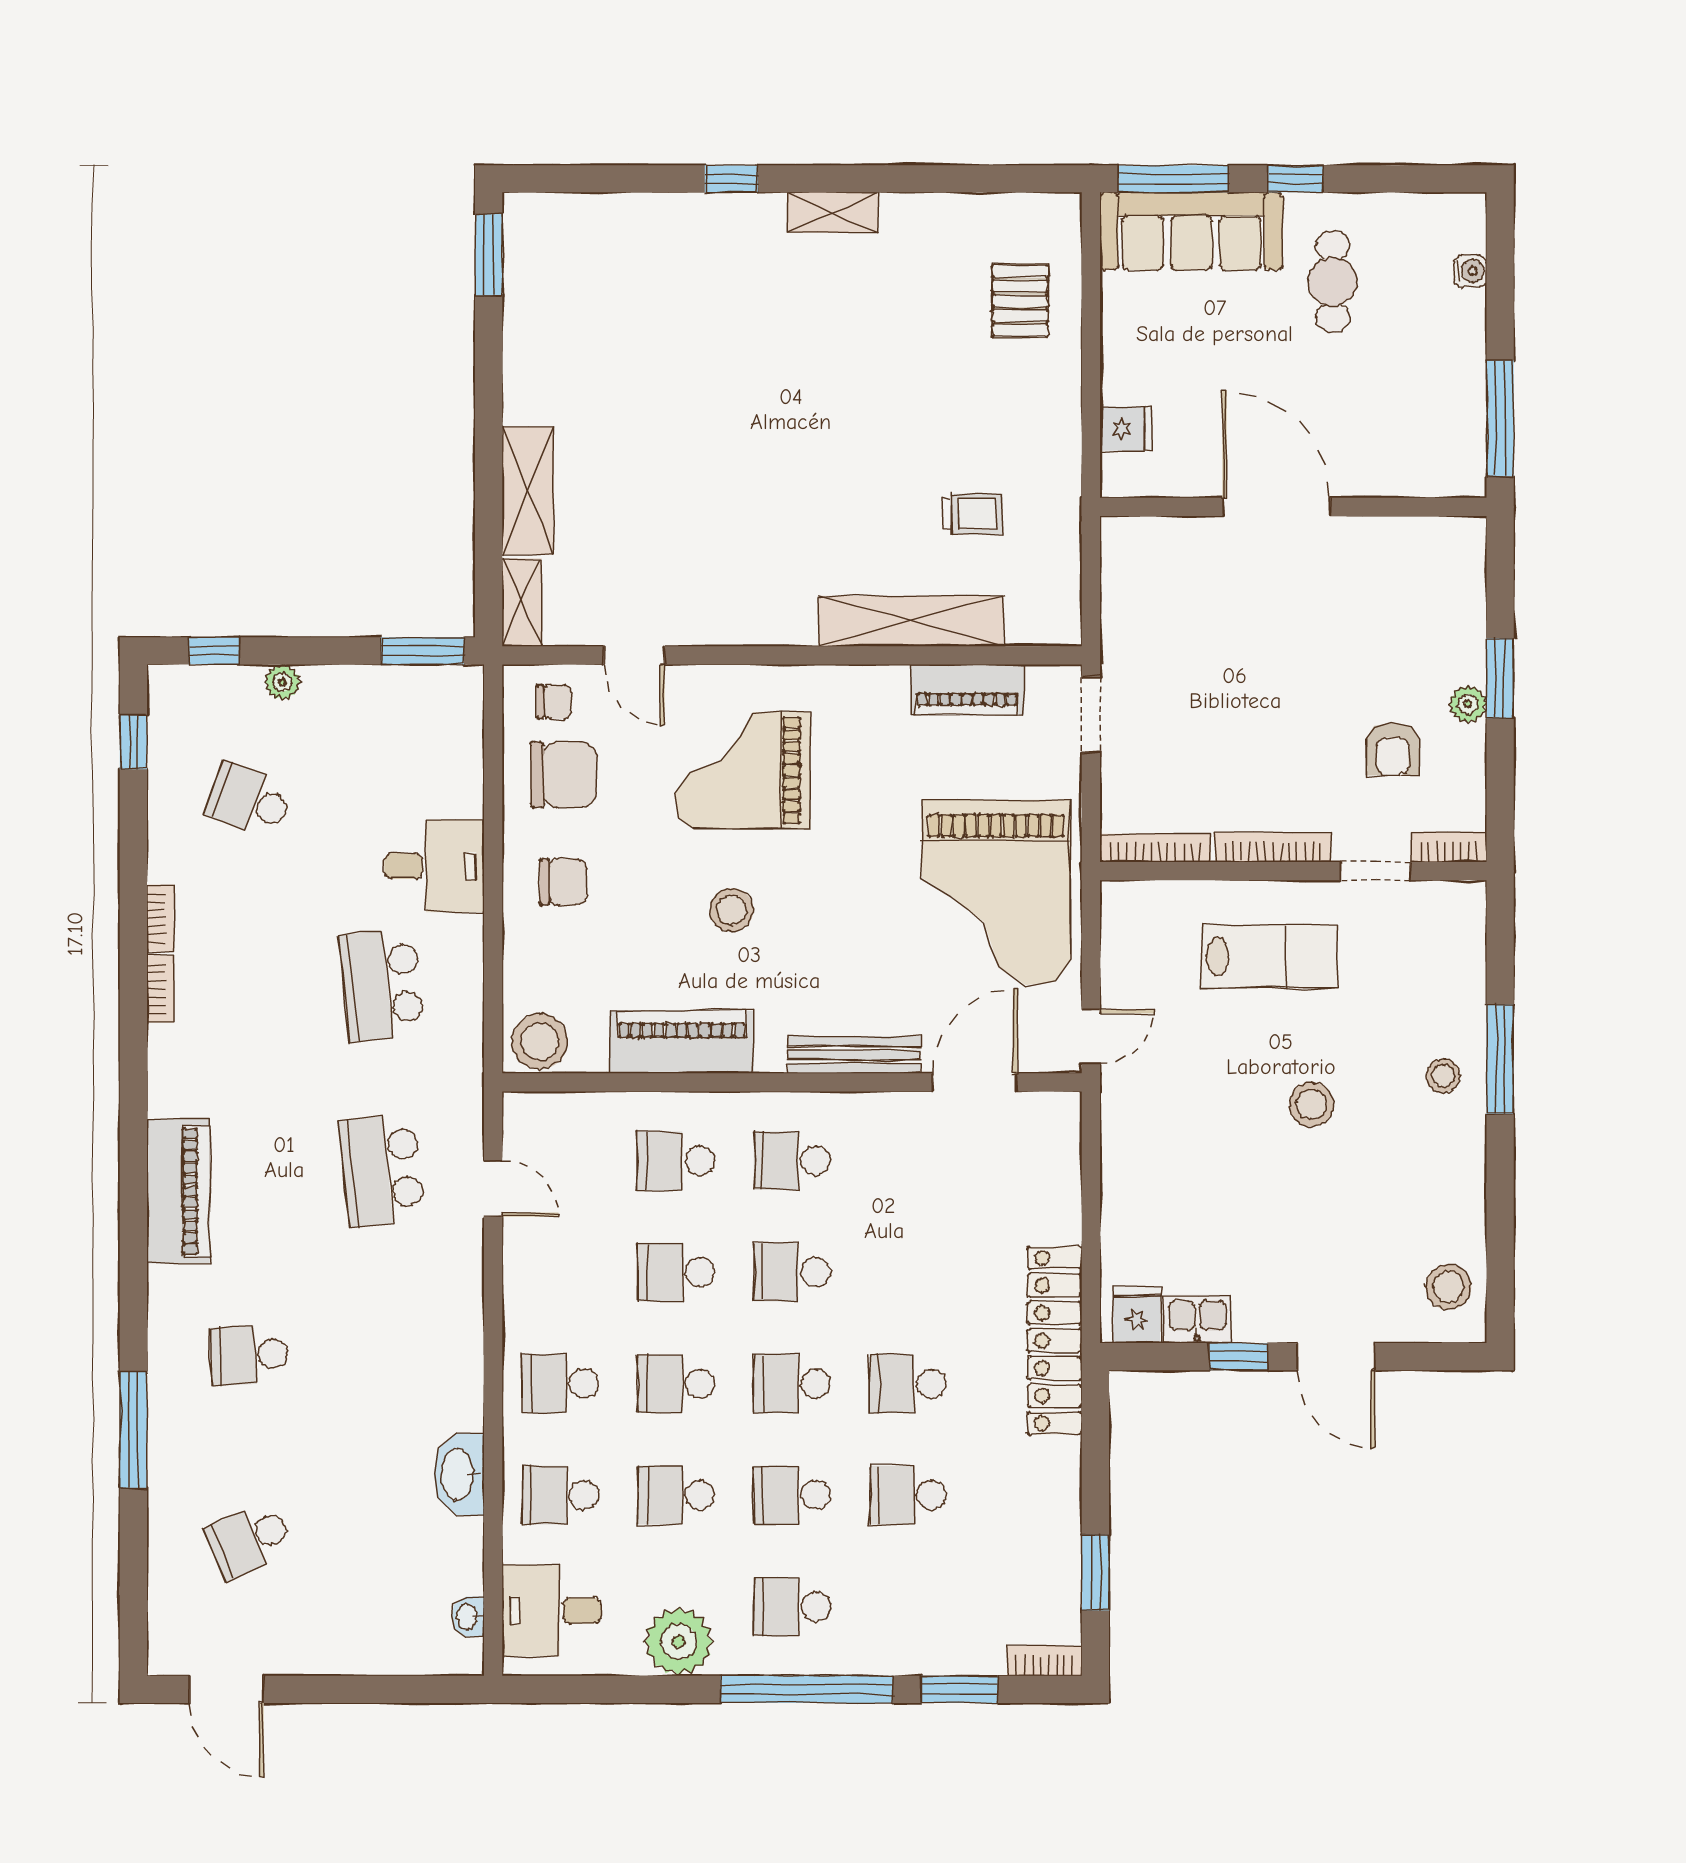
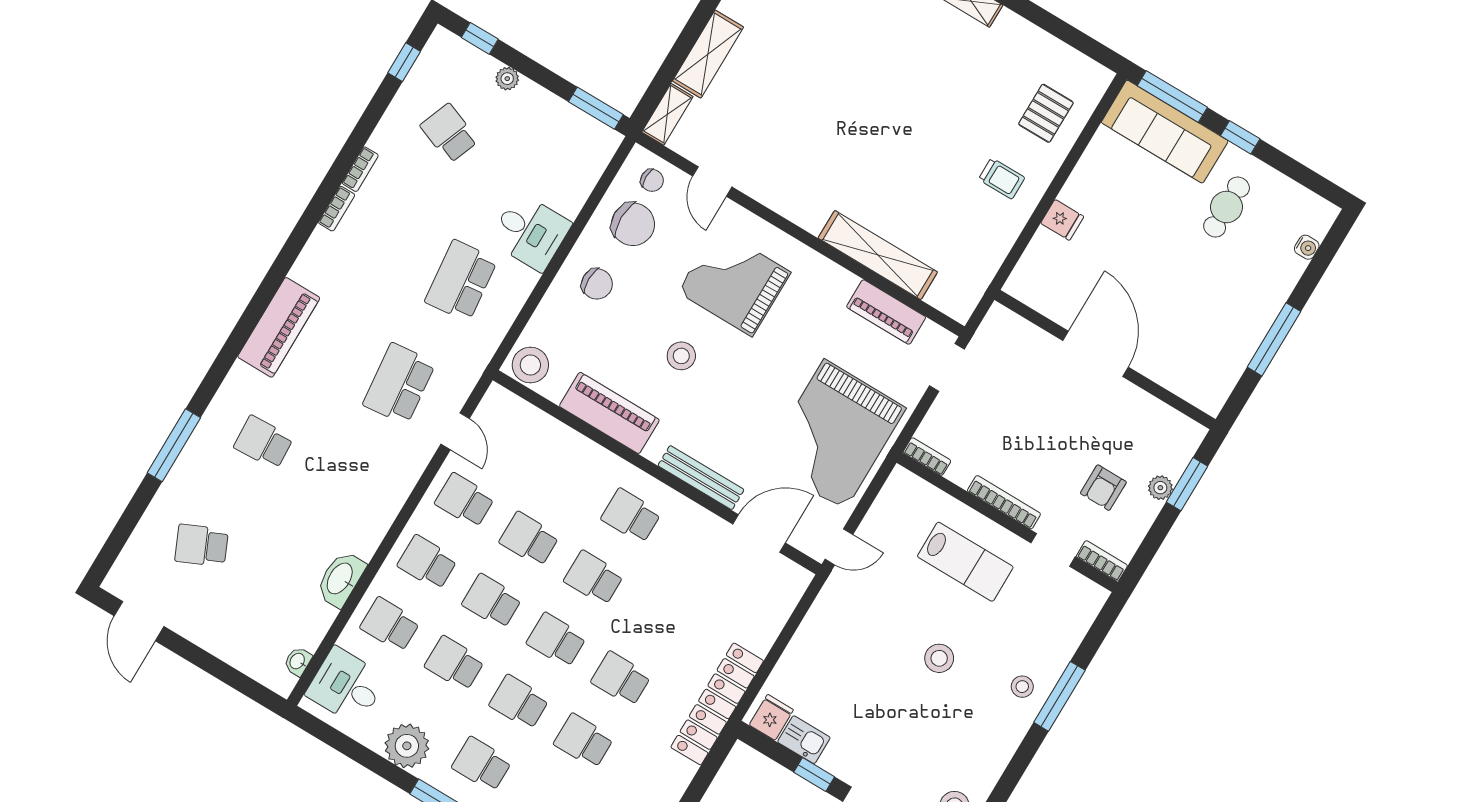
door: (1276, 507) -> (1096, 354), moved
wall: (1293, 507) -> (1105, 359), moved
trolley: (973, 514) -> (1002, 178), moved
bookcase: (1155, 848) -> (927, 457), width x0.64
school desk: (676, 1161) -> (465, 500), moved

